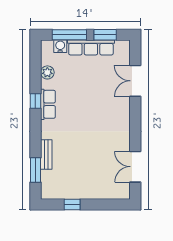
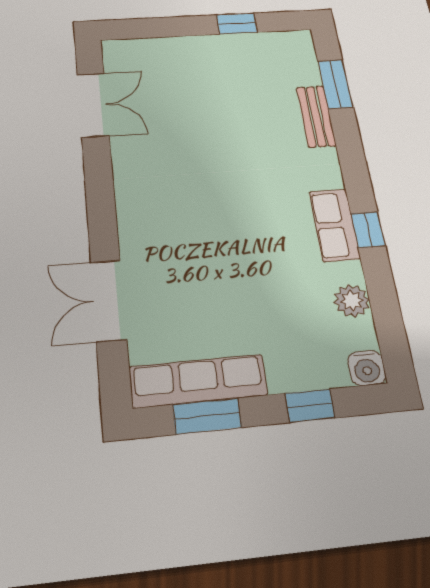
window: (69, 35) -> (310, 406), width x0.46
water cooler: (60, 46) -> (367, 368), moved
row of seats: (91, 48) -> (198, 381), moved
double door: (135, 81) -> (108, 300), swing flipped

